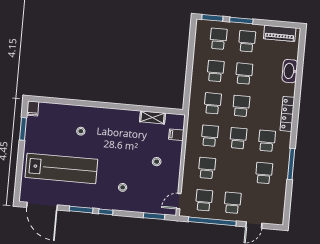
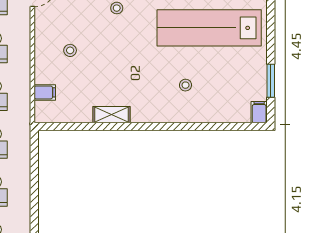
shelving: (153, 117) -> (111, 115), moved

